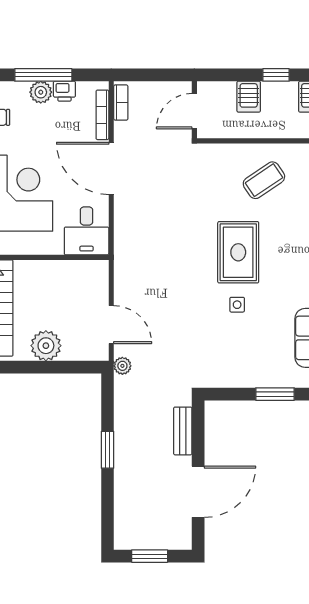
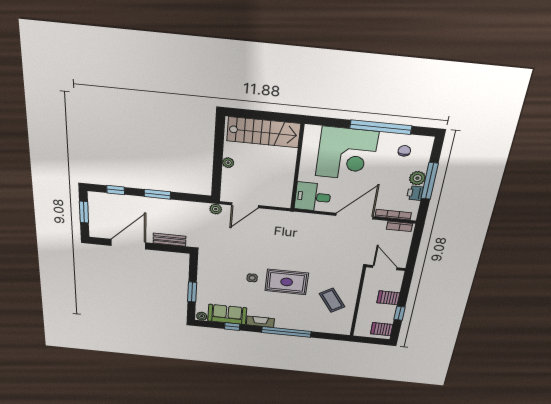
plant: (46, 346) -> (228, 163), width x0.53, depth x0.53
door: (198, 492) -> (128, 244), swing flipped
window: (108, 509) -> (116, 190), added

